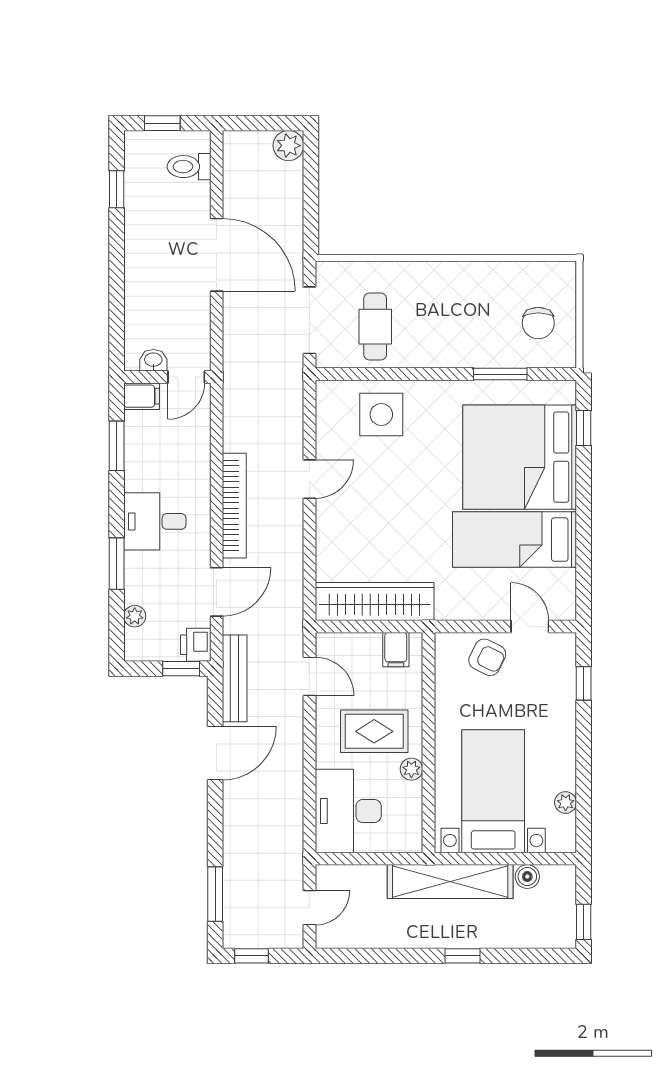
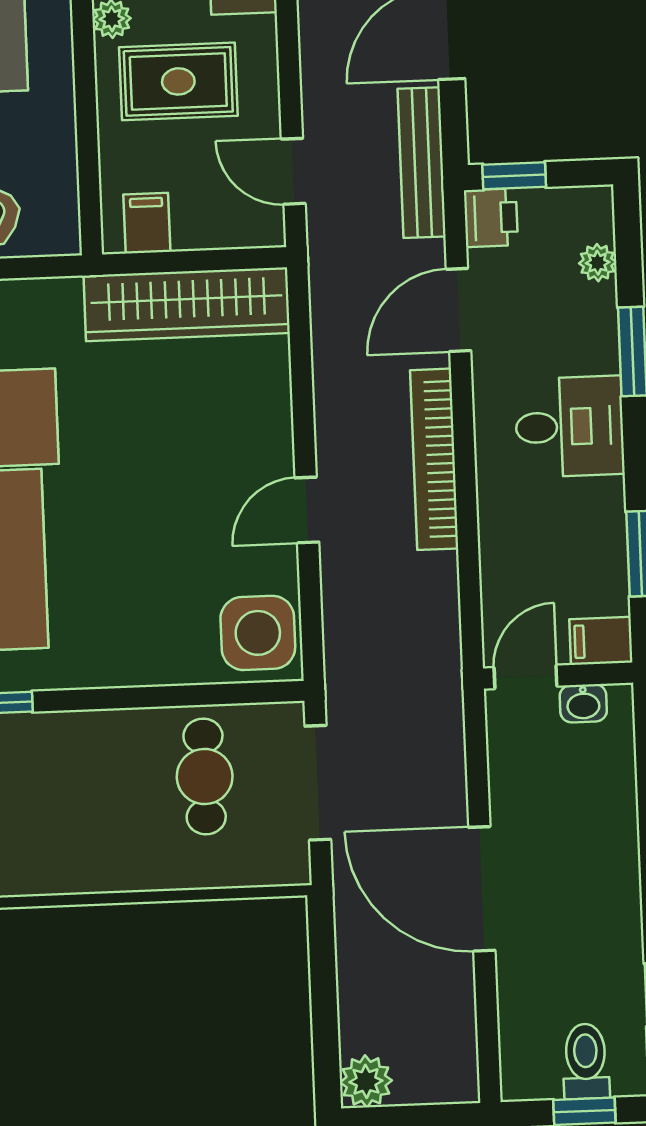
toilet: (189, 167) -> (586, 1061), moved, turned -90
side table: (381, 415) -> (258, 633), moved

